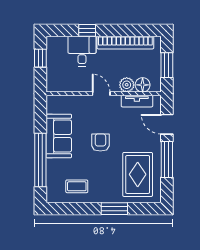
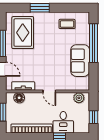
plant: (127, 85) -> (79, 98), moved
armchair: (100, 142) -> (50, 56), removed

